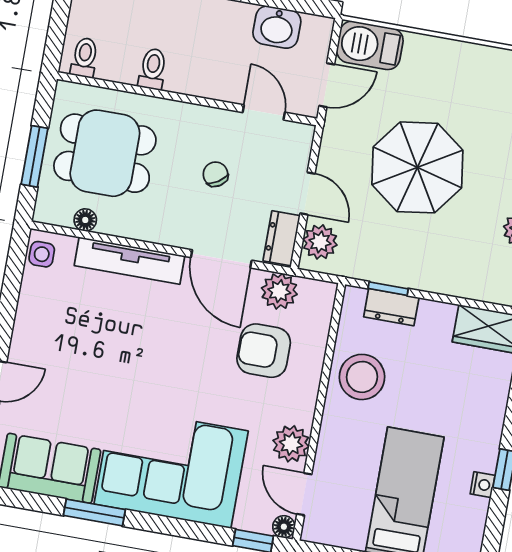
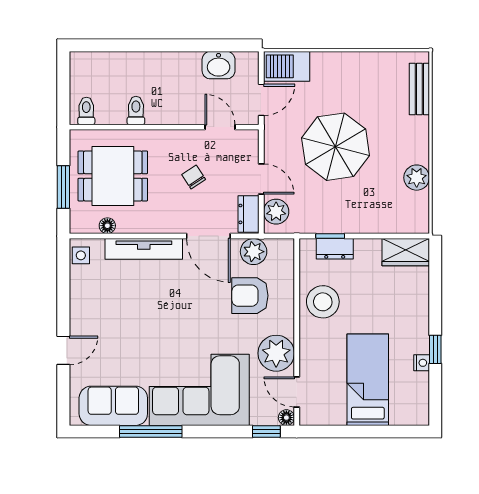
plant: (291, 444) -> (276, 353), width x1.36, depth x1.36
window: (94, 513) -> (151, 431), width x1.44

